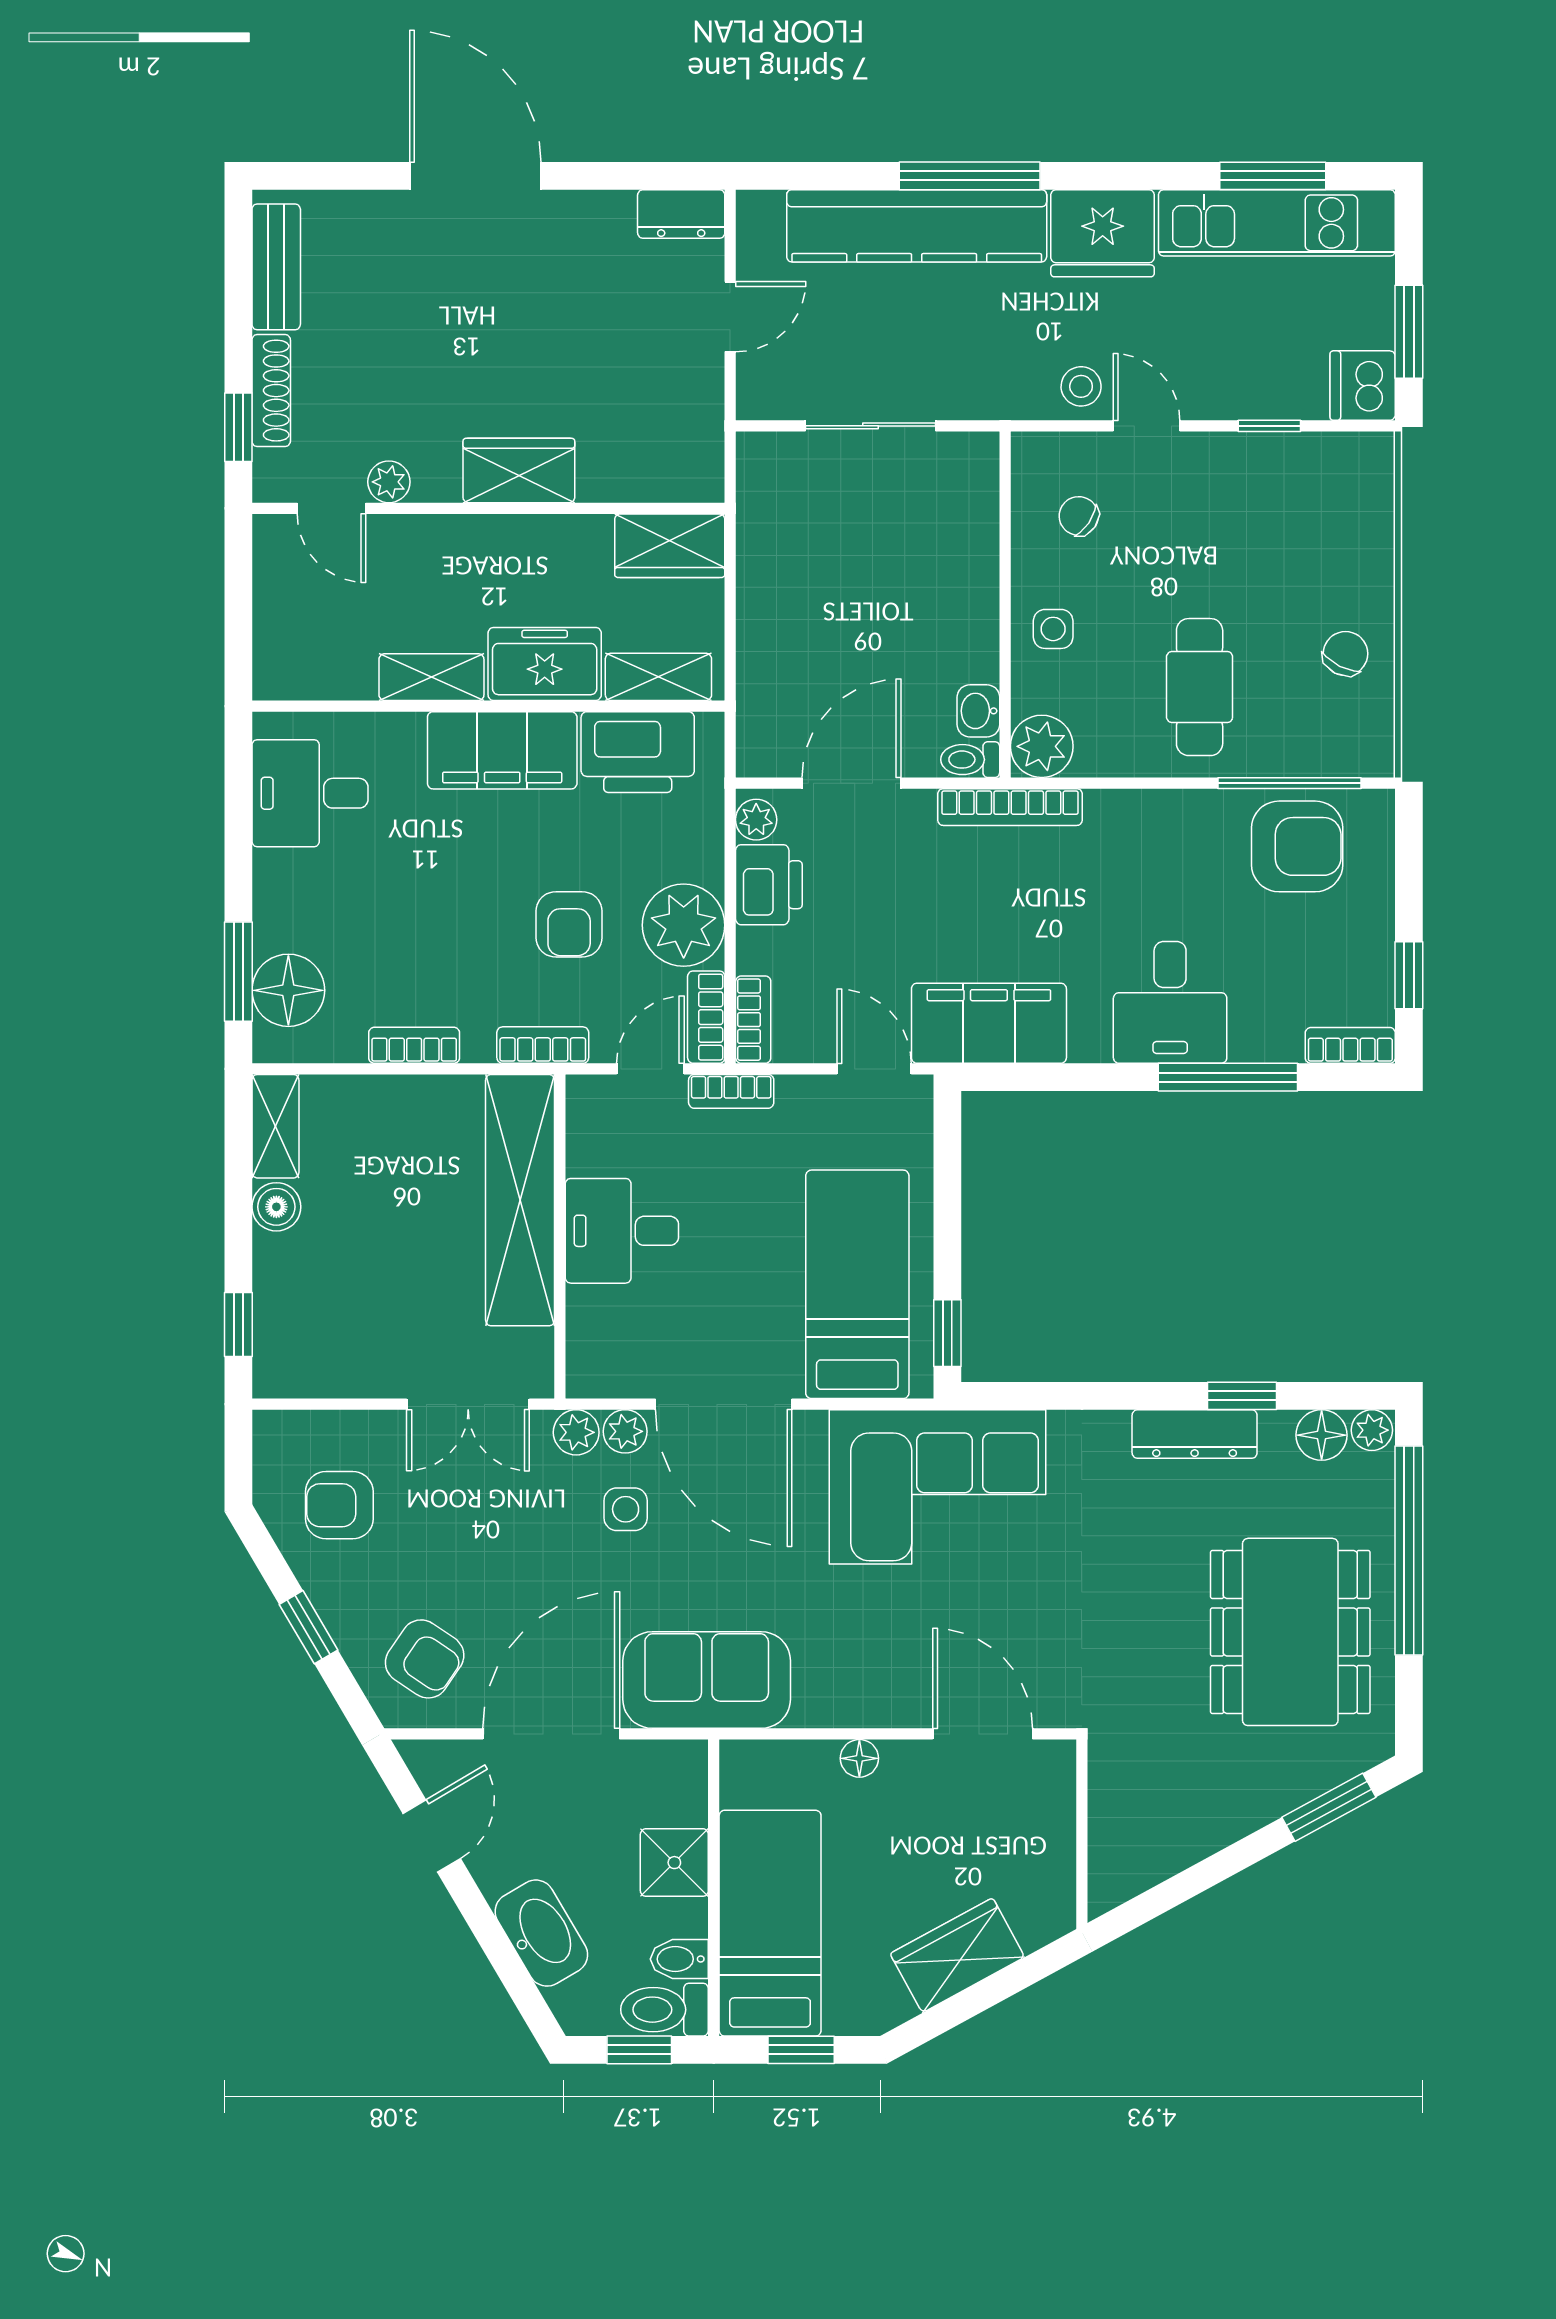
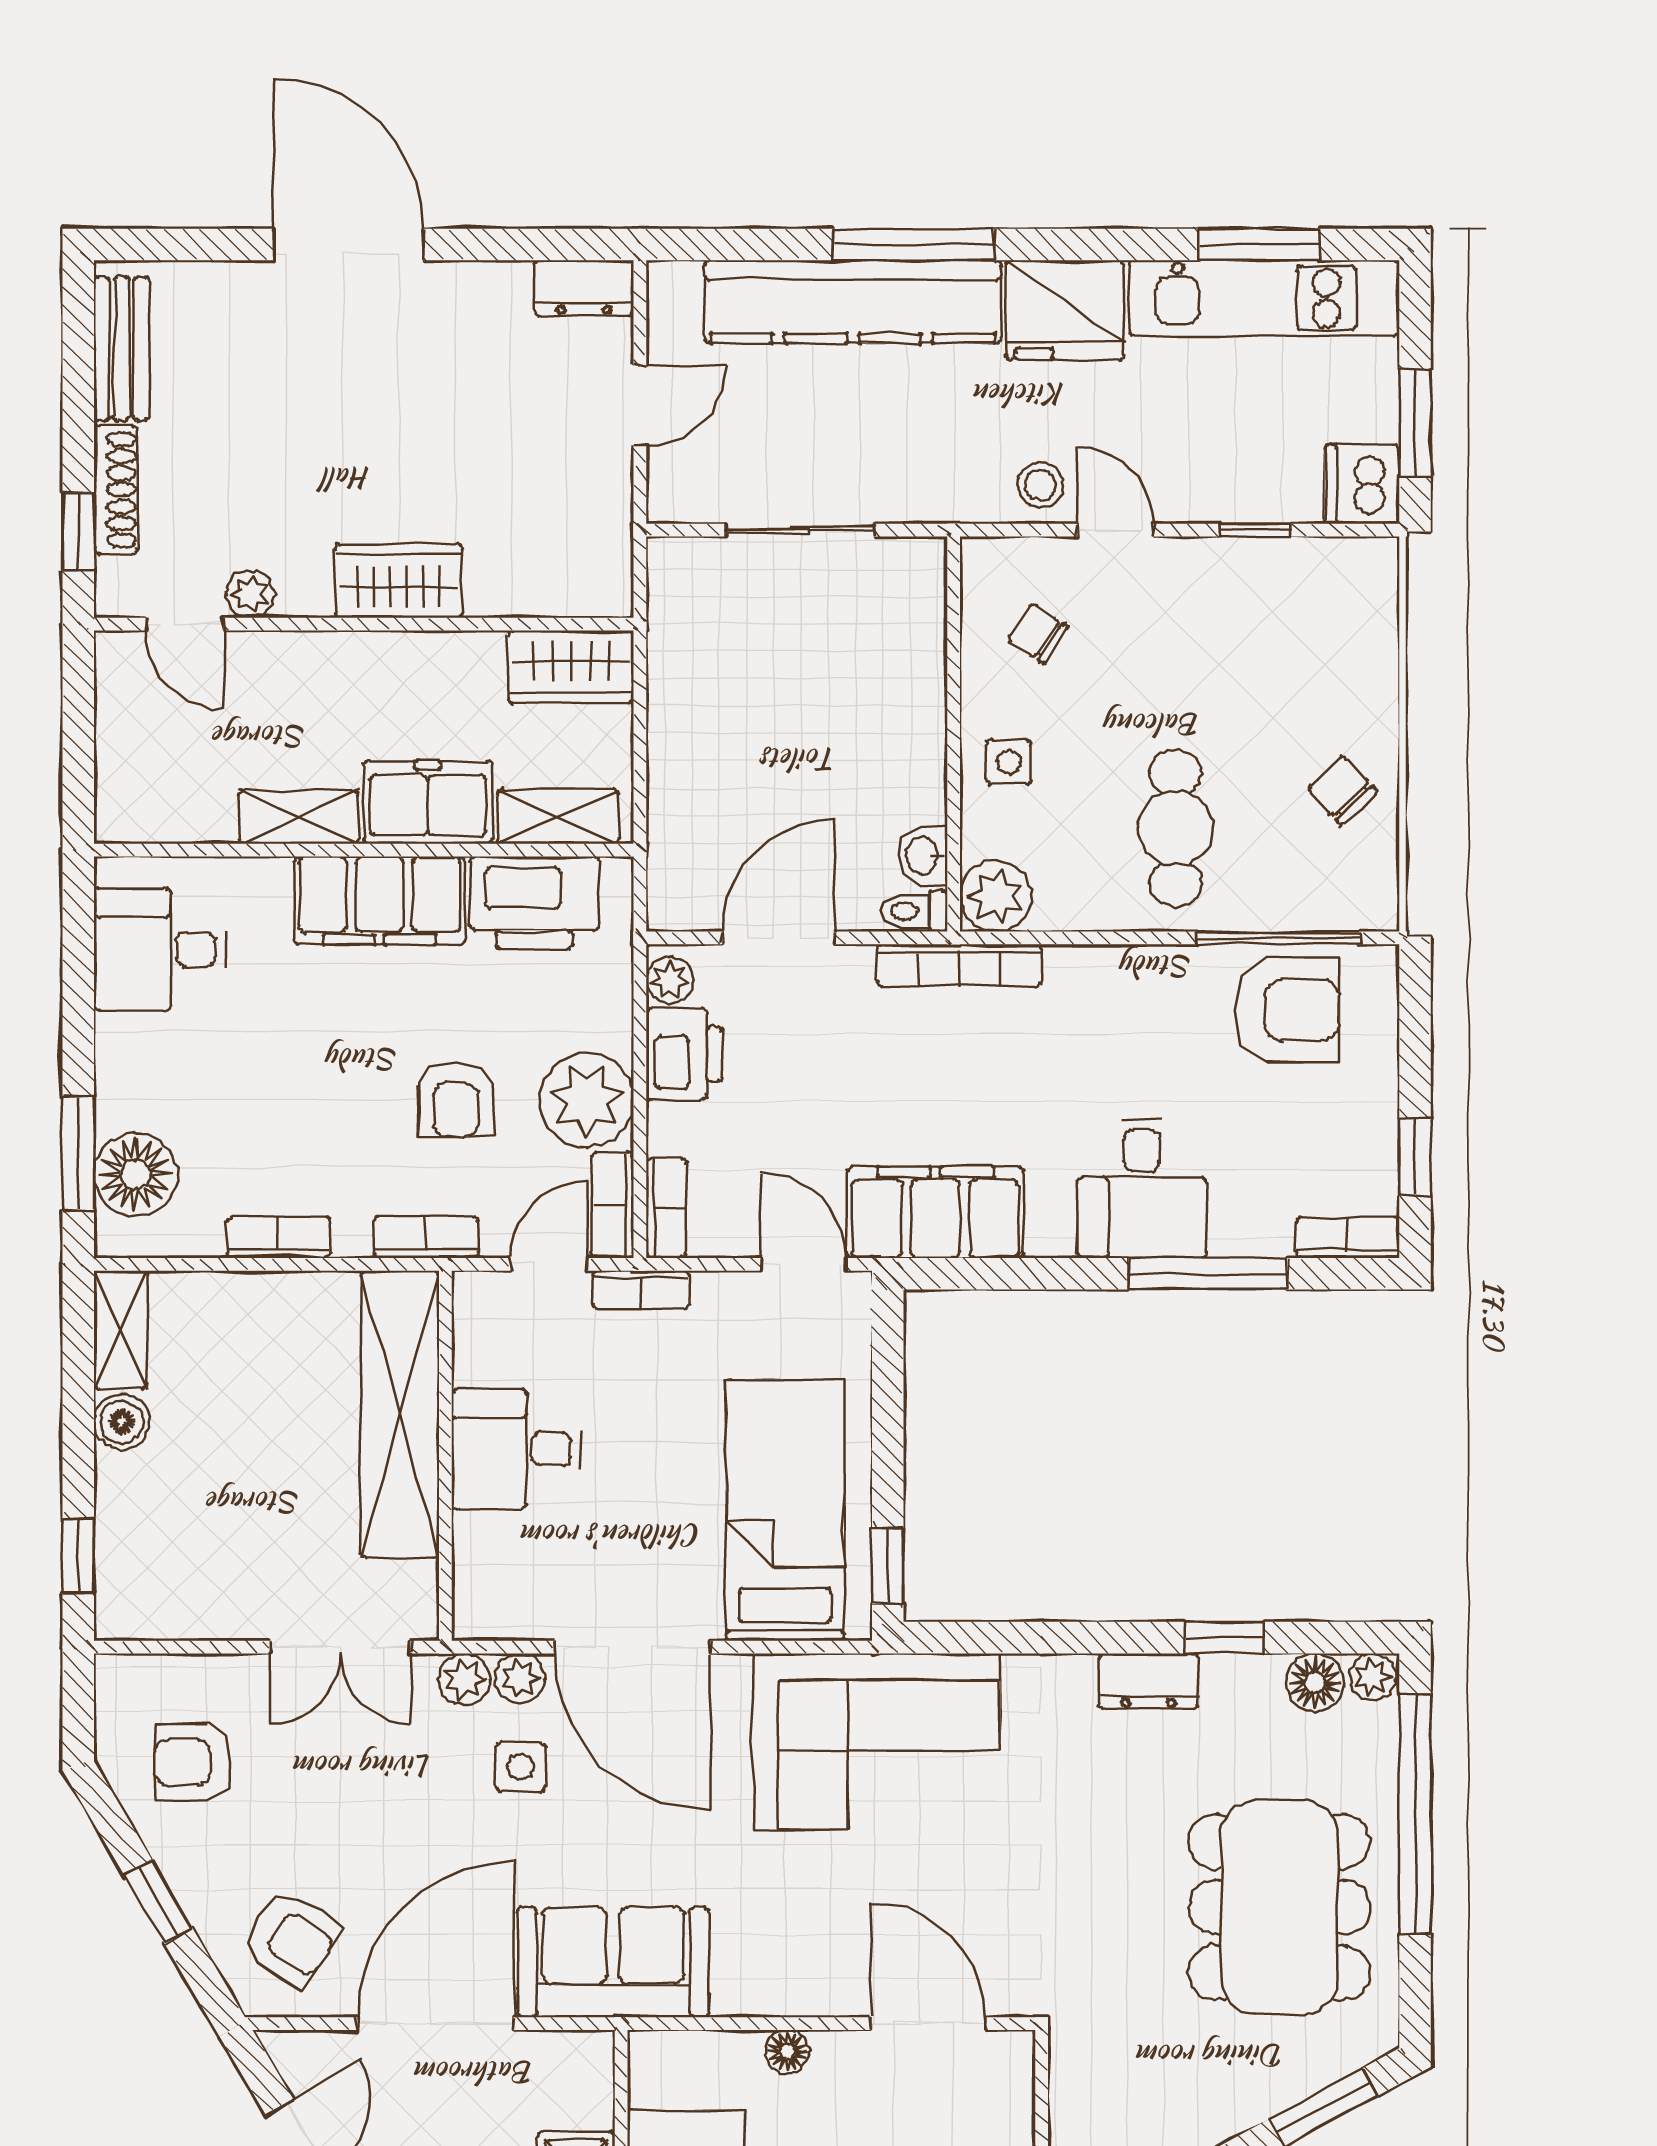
chair: (1345, 654) -> (1342, 790), turned -70
dresser: (1195, 1434) -> (1148, 1681), width x0.70

